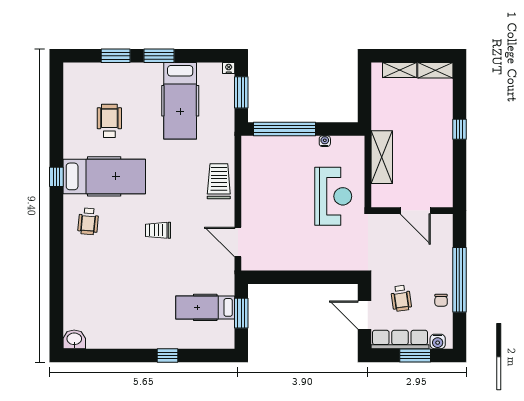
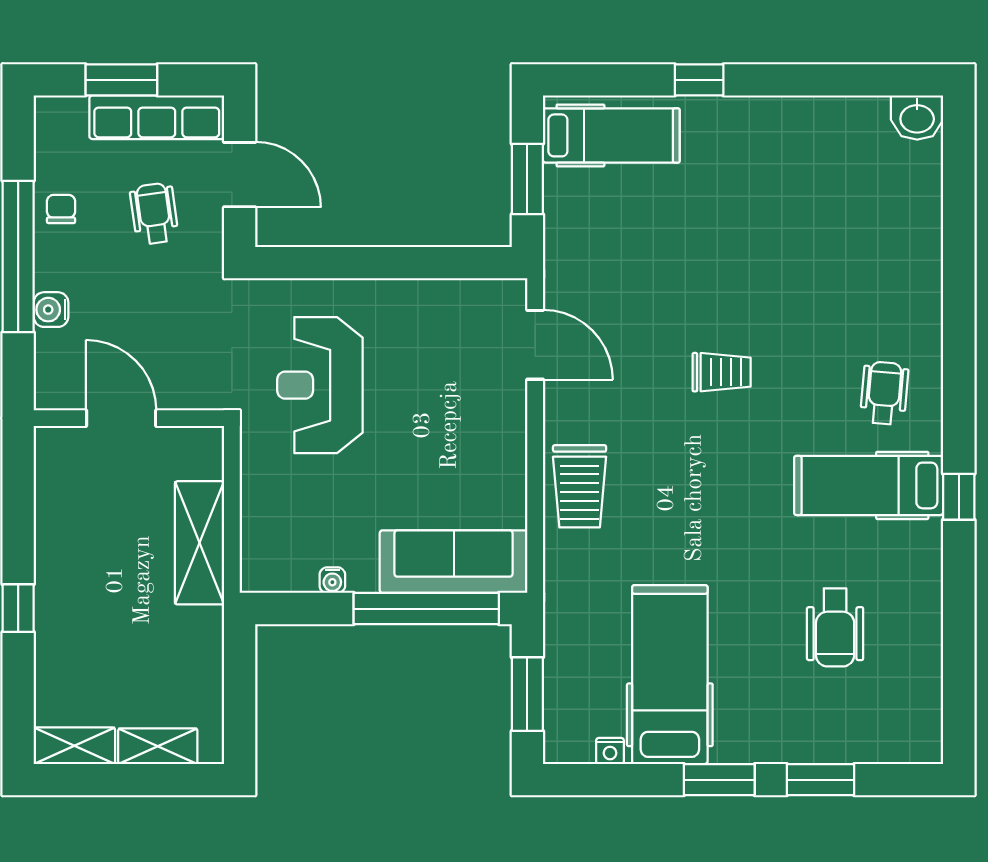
nightstand: (229, 68) -> (610, 751), moved
sofa: (273, 149) -> (454, 562), added
hospital bed: (104, 176) -> (869, 485), width x0.73, depth x0.78
reception desk: (333, 196) -> (320, 385), moved
hospital bed: (205, 307) -> (611, 135), moved
water cooler: (438, 341) -> (51, 310), moved, turned -90

